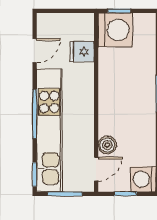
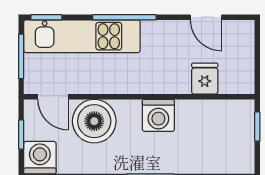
washing machine: (115, 30) -> (158, 115), moved, width x0.73, depth x0.73
kitchen unit: (49, 130) -> (82, 36), width x0.73
boiler: (107, 145) -> (94, 121), width x1.86, depth x1.86

